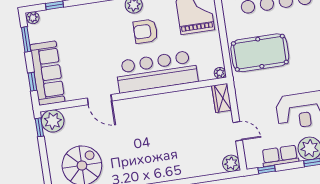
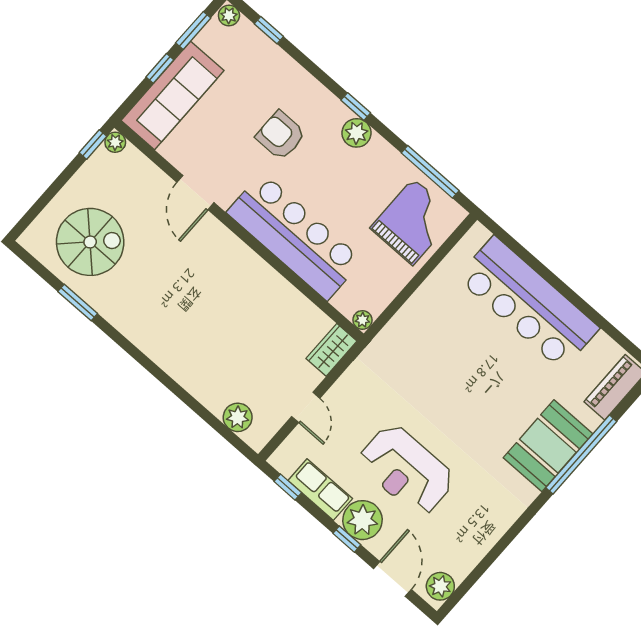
armchair: (145, 31) -> (281, 135), moved
pool table: (260, 53) -> (432, 350), removed
window: (32, 82) -> (160, 68), moved
plant: (53, 121) -> (115, 142), width x0.53, depth x0.53
plant: (231, 163) -> (238, 417), moved

